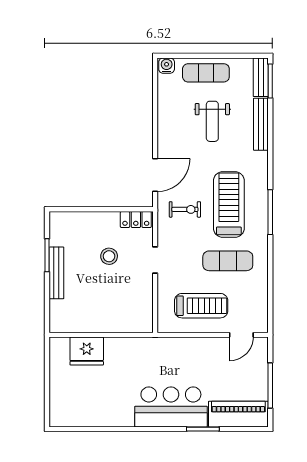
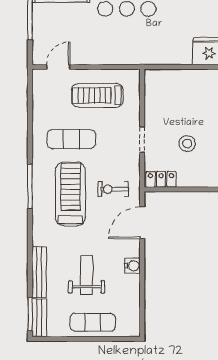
water cooler: (167, 66) -> (133, 266), moved, turned -90
treadmill: (229, 204) -> (70, 194), turned 180

